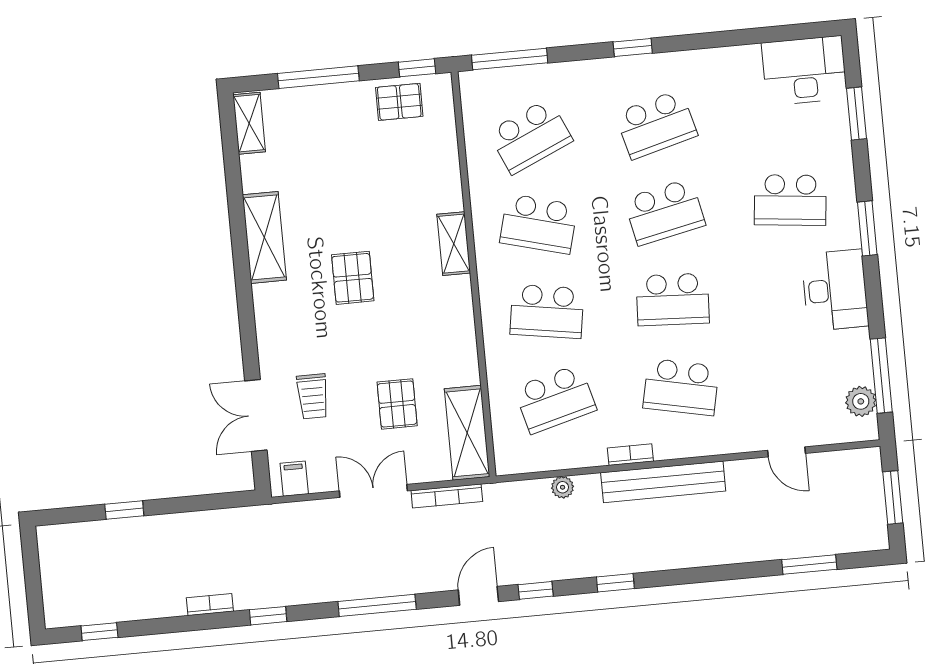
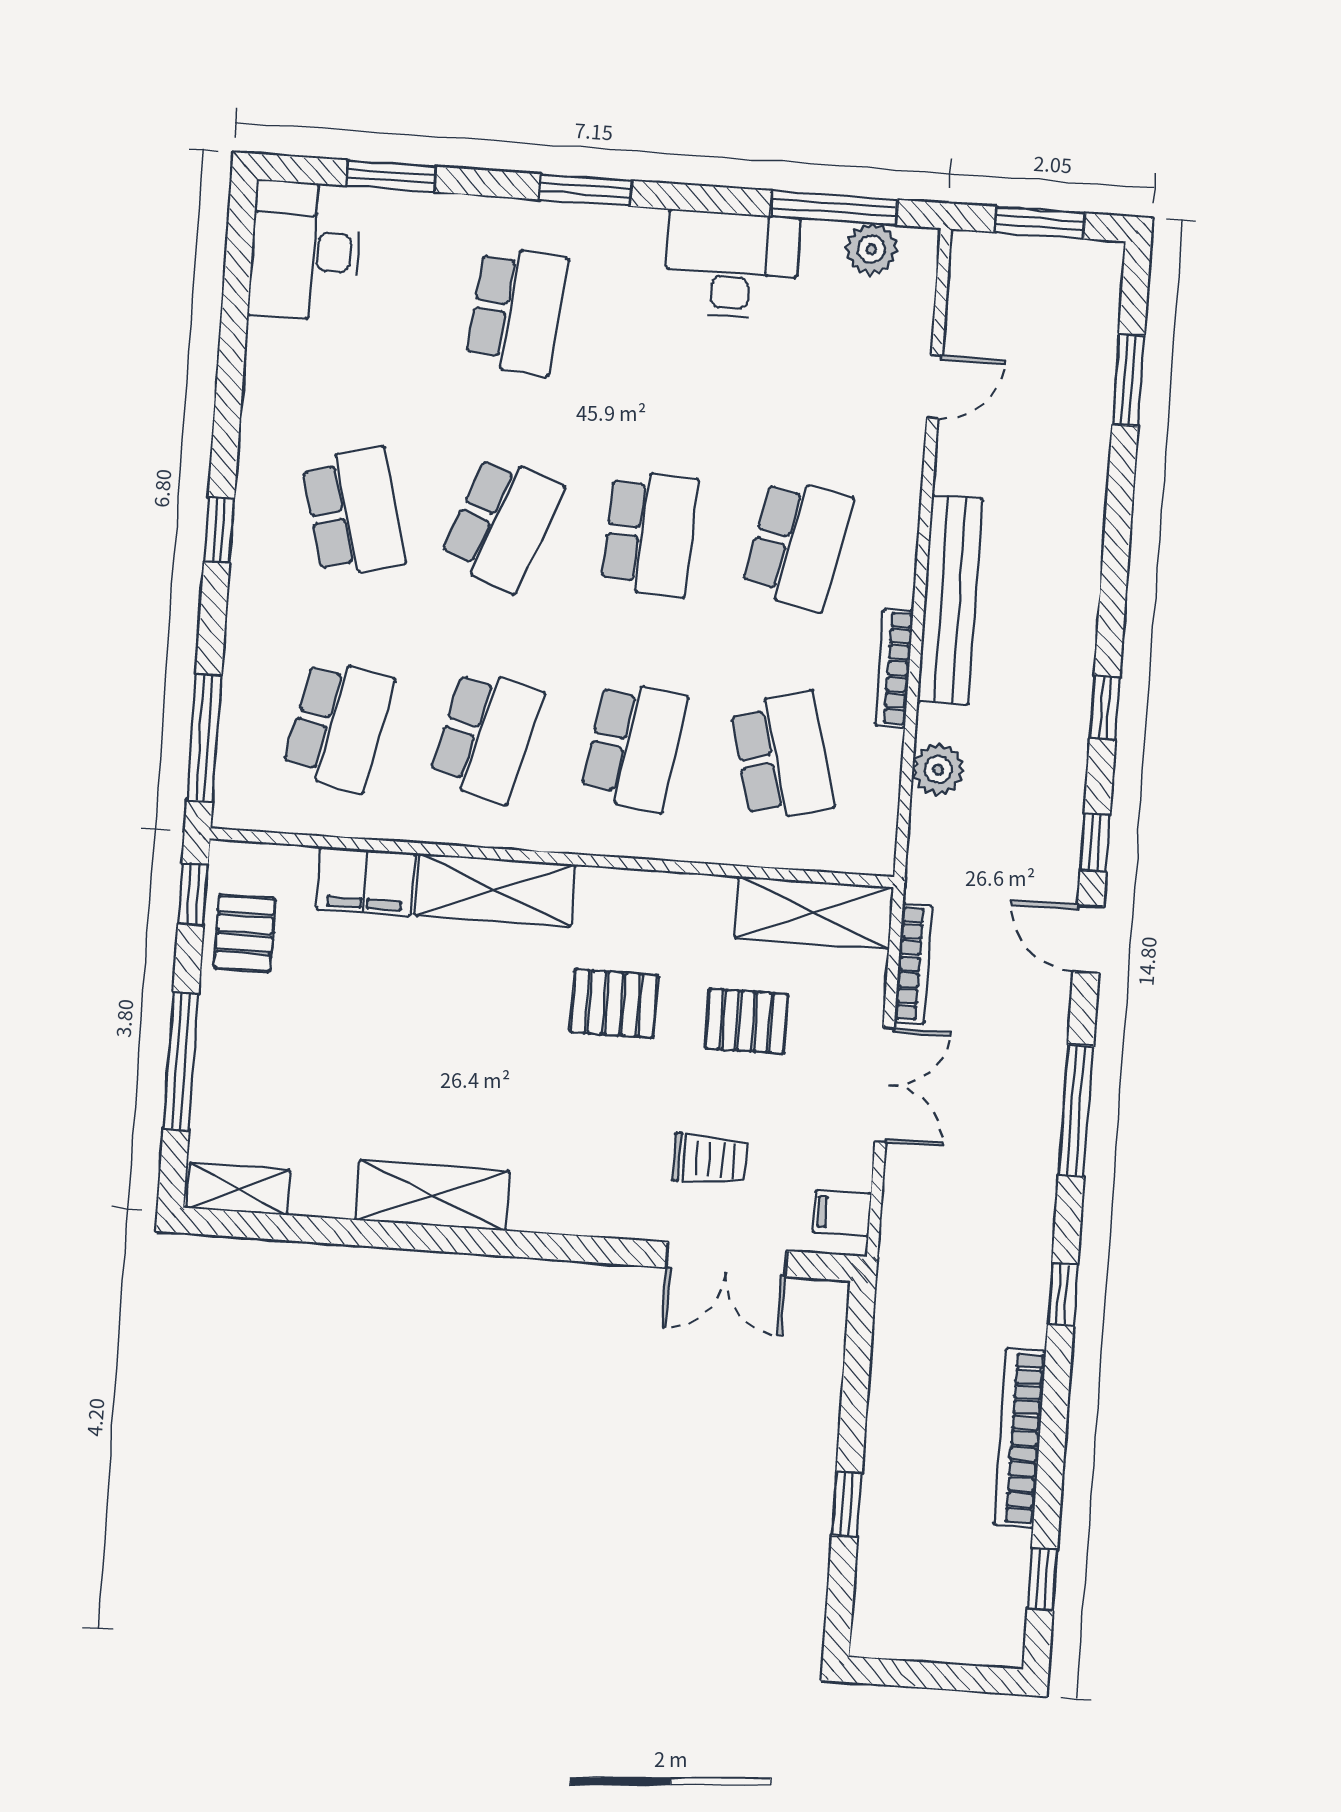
school desk: (530, 136) -> (338, 725), turned 36
filing cabinet: (442, 168) -> (366, 881), added
school desk: (664, 212) -> (502, 523), turned 33
shelving: (454, 244) -> (495, 890), width x1.50, depth x1.33
pallet: (353, 278) -> (614, 1004), moved
desk: (835, 290) -> (732, 265), moved
bookcase: (630, 455) -> (894, 668), width x1.56
plant: (563, 487) -> (938, 770), width x1.38, depth x1.38
double door: (373, 491) -> (885, 1085), swing flipped
bookcase: (210, 605) -> (1020, 1438), width x2.31, depth x1.31

